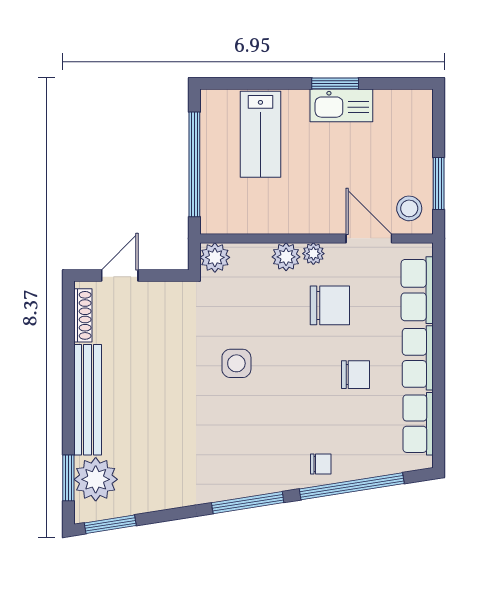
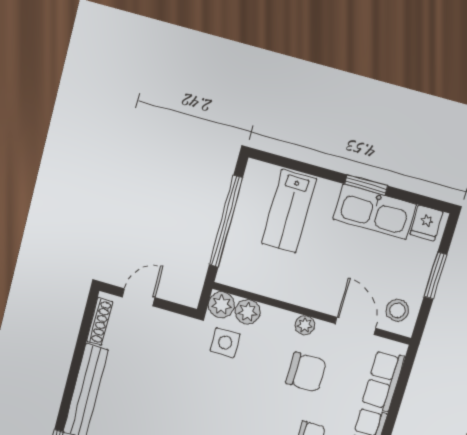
kitchen sink: (341, 105) -> (374, 212), width x1.36, depth x1.24
fridge: (412, 106) -> (426, 223), added
window: (439, 183) -> (435, 276), moved
plant: (286, 257) -> (248, 312), moved
side table: (236, 363) -> (225, 343), moved

